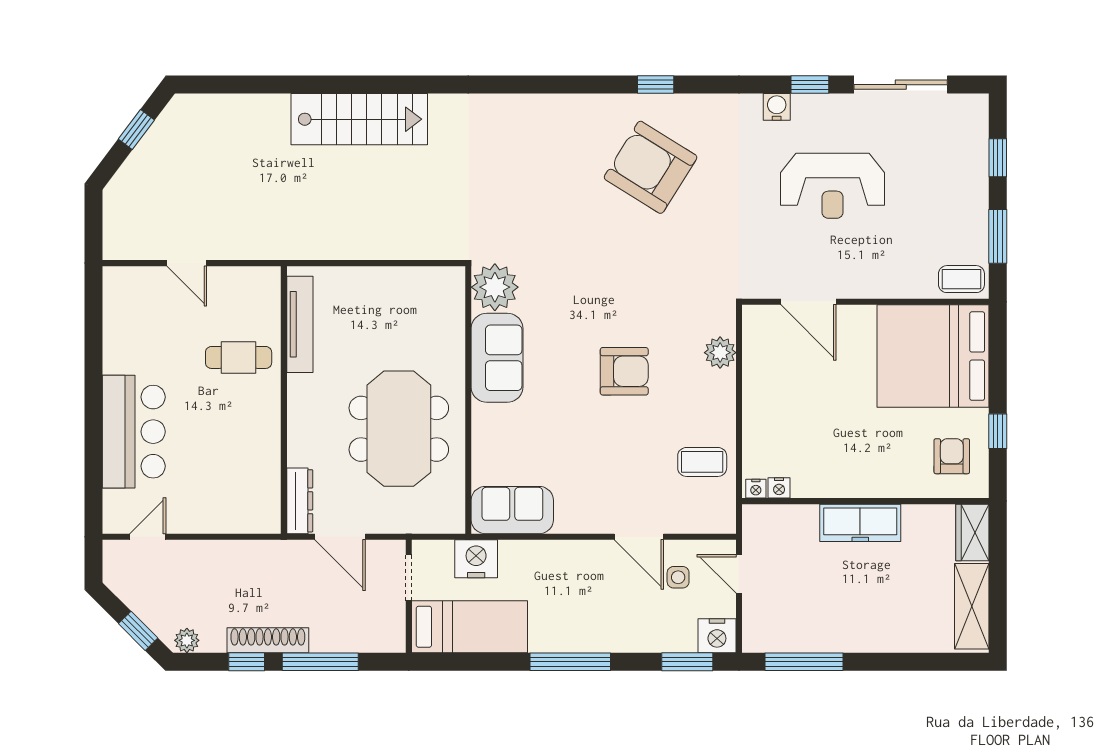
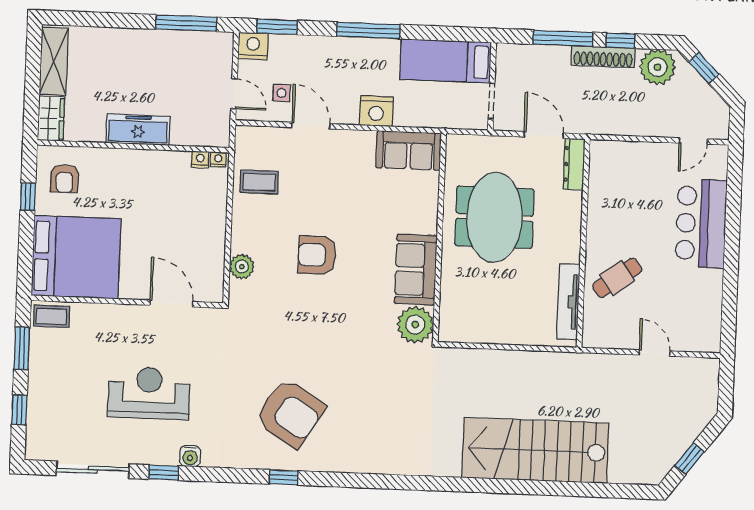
stairs: (359, 119) -> (535, 450), width x1.36, depth x1.51
cafe table: (239, 357) -> (617, 278), turned -36
nightstand: (476, 559) -> (376, 111), moved
plant: (187, 640) -> (658, 67), width x1.87, depth x1.87

